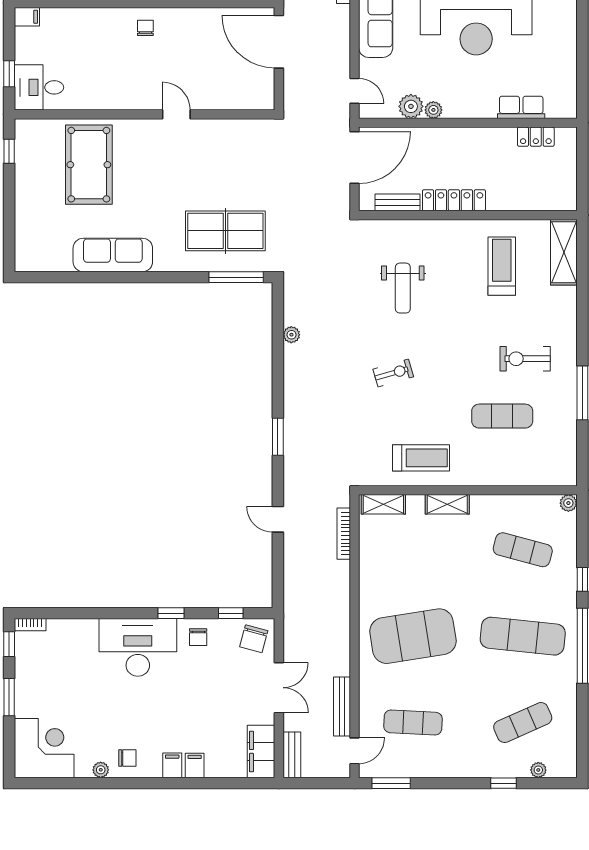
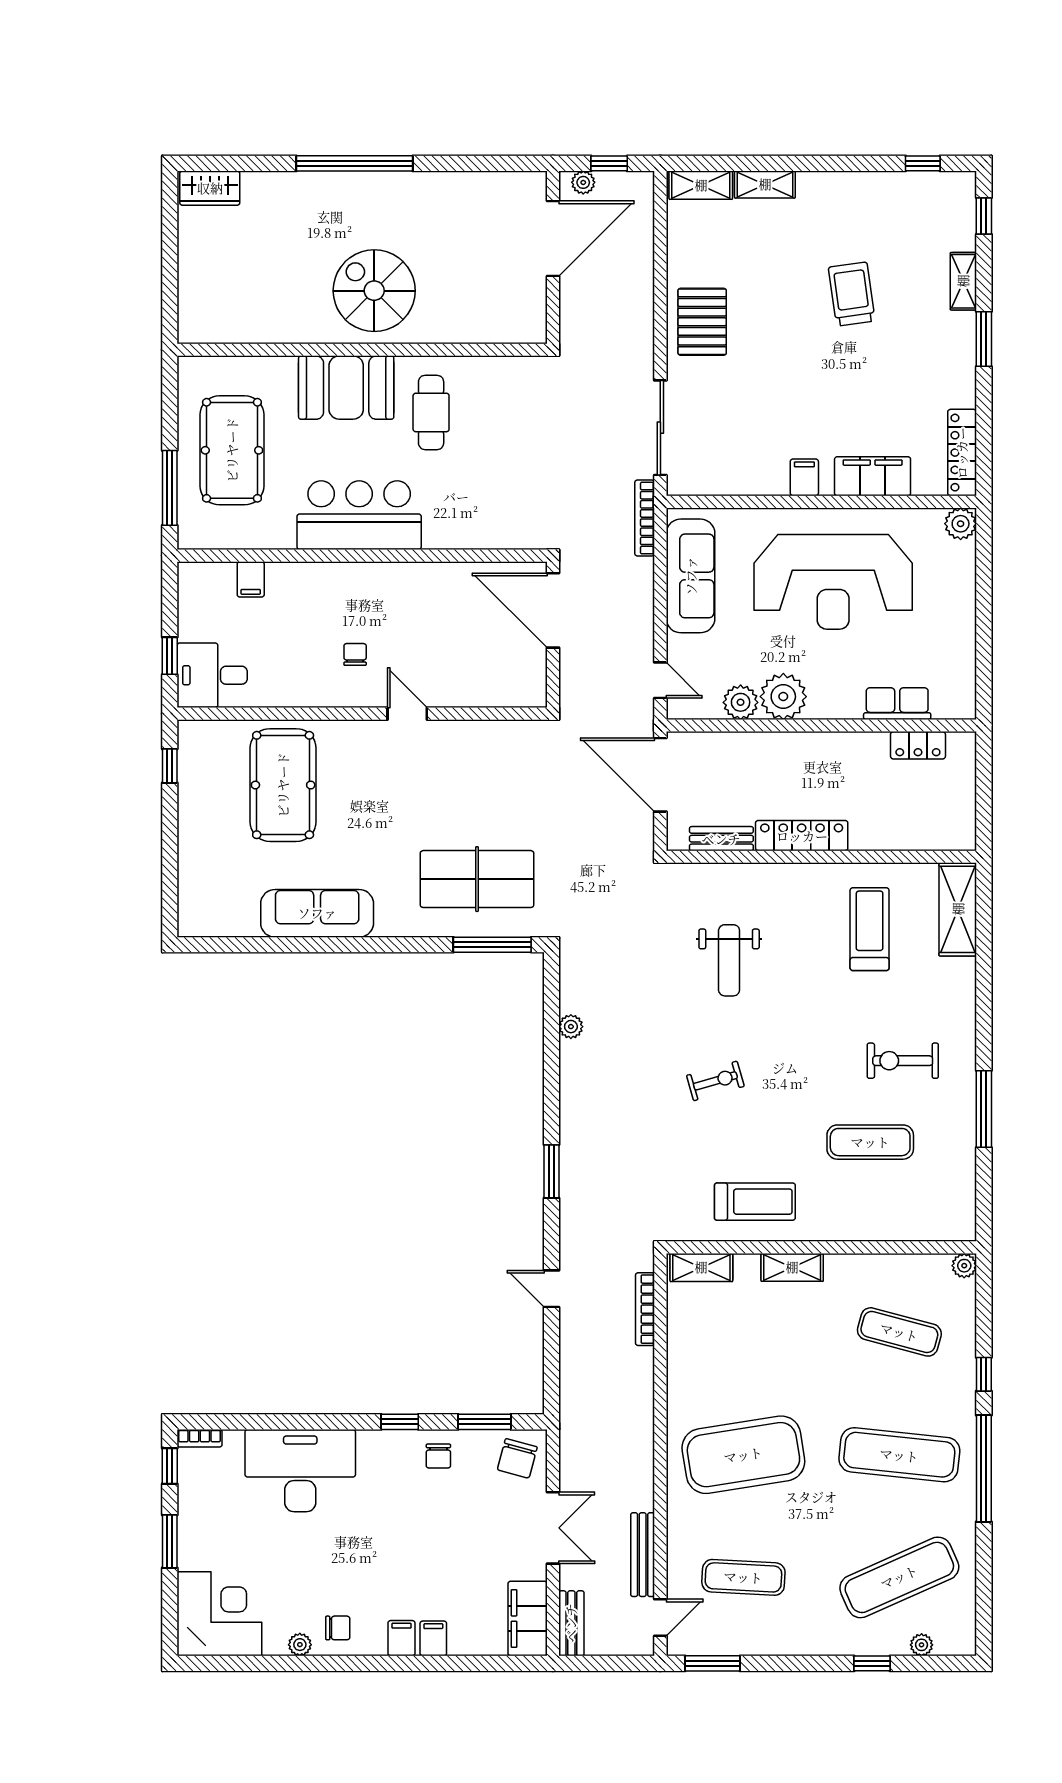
filing cabinet: (27, 17) -> (251, 579), moved, turned 90
chair: (145, 28) -> (355, 654), moved
plant: (433, 110) -> (783, 697), width x1.88, depth x1.88
door: (354, 157) -> (660, 775), swing flipped
window: (231, 613) -> (484, 1422), width x1.50
desk: (138, 647) -> (300, 1471), moved
exercise mat: (523, 723) -> (899, 1577), width x1.36, depth x1.45

